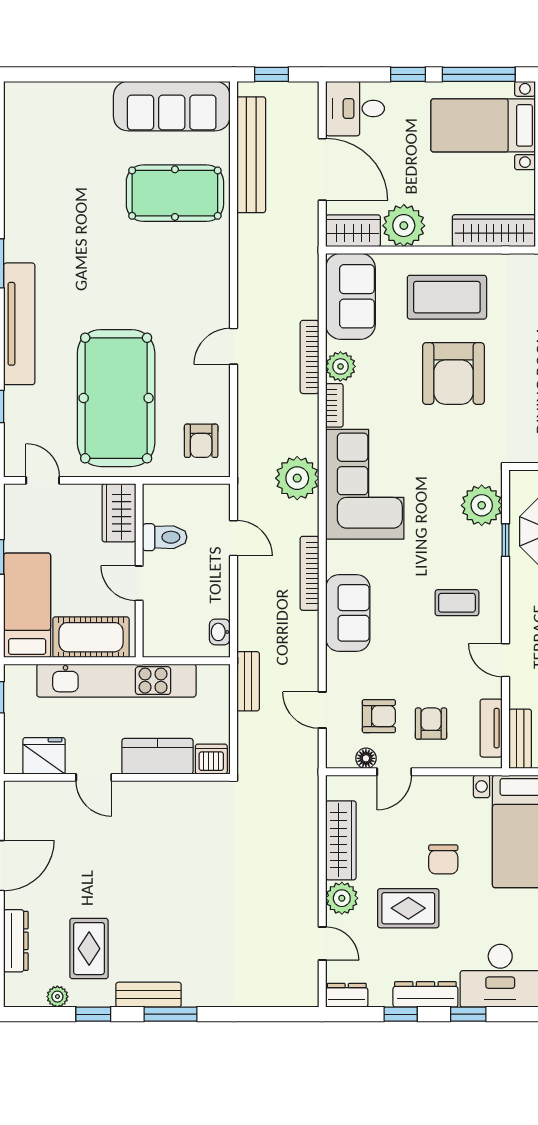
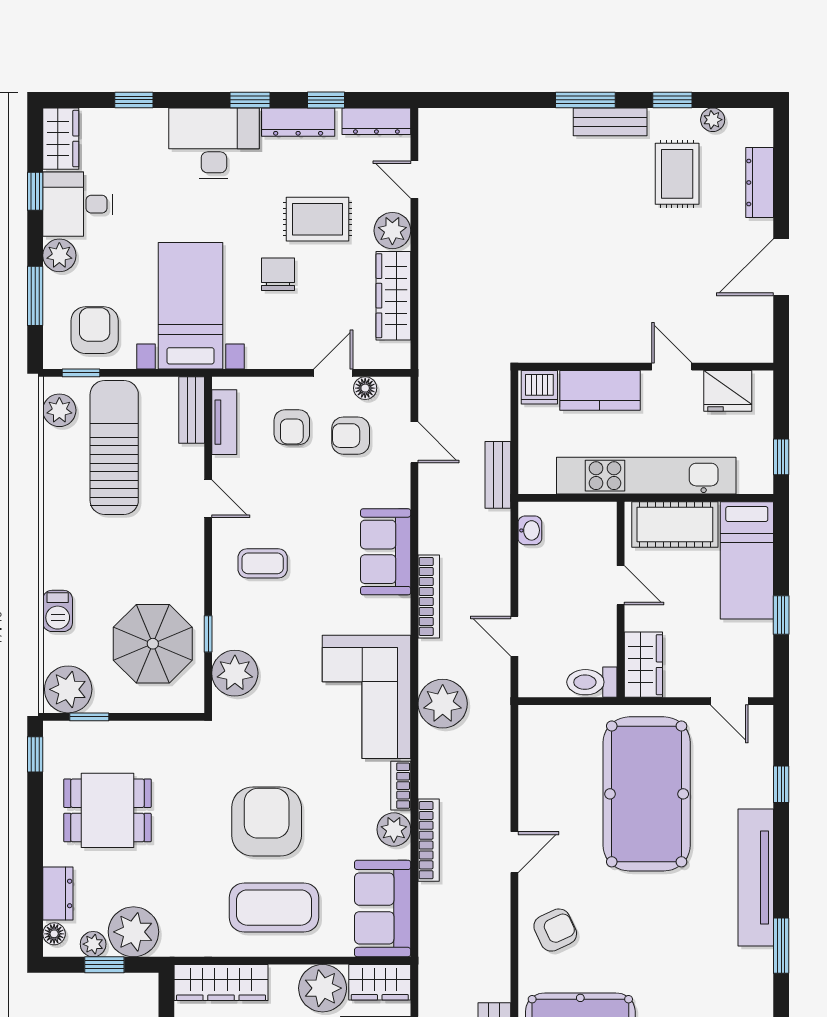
armchair: (201, 441) -> (555, 930), moved, turned 65
toilet: (165, 537) -> (592, 682), moved
dresser: (347, 995) -> (376, 121), width x1.44

